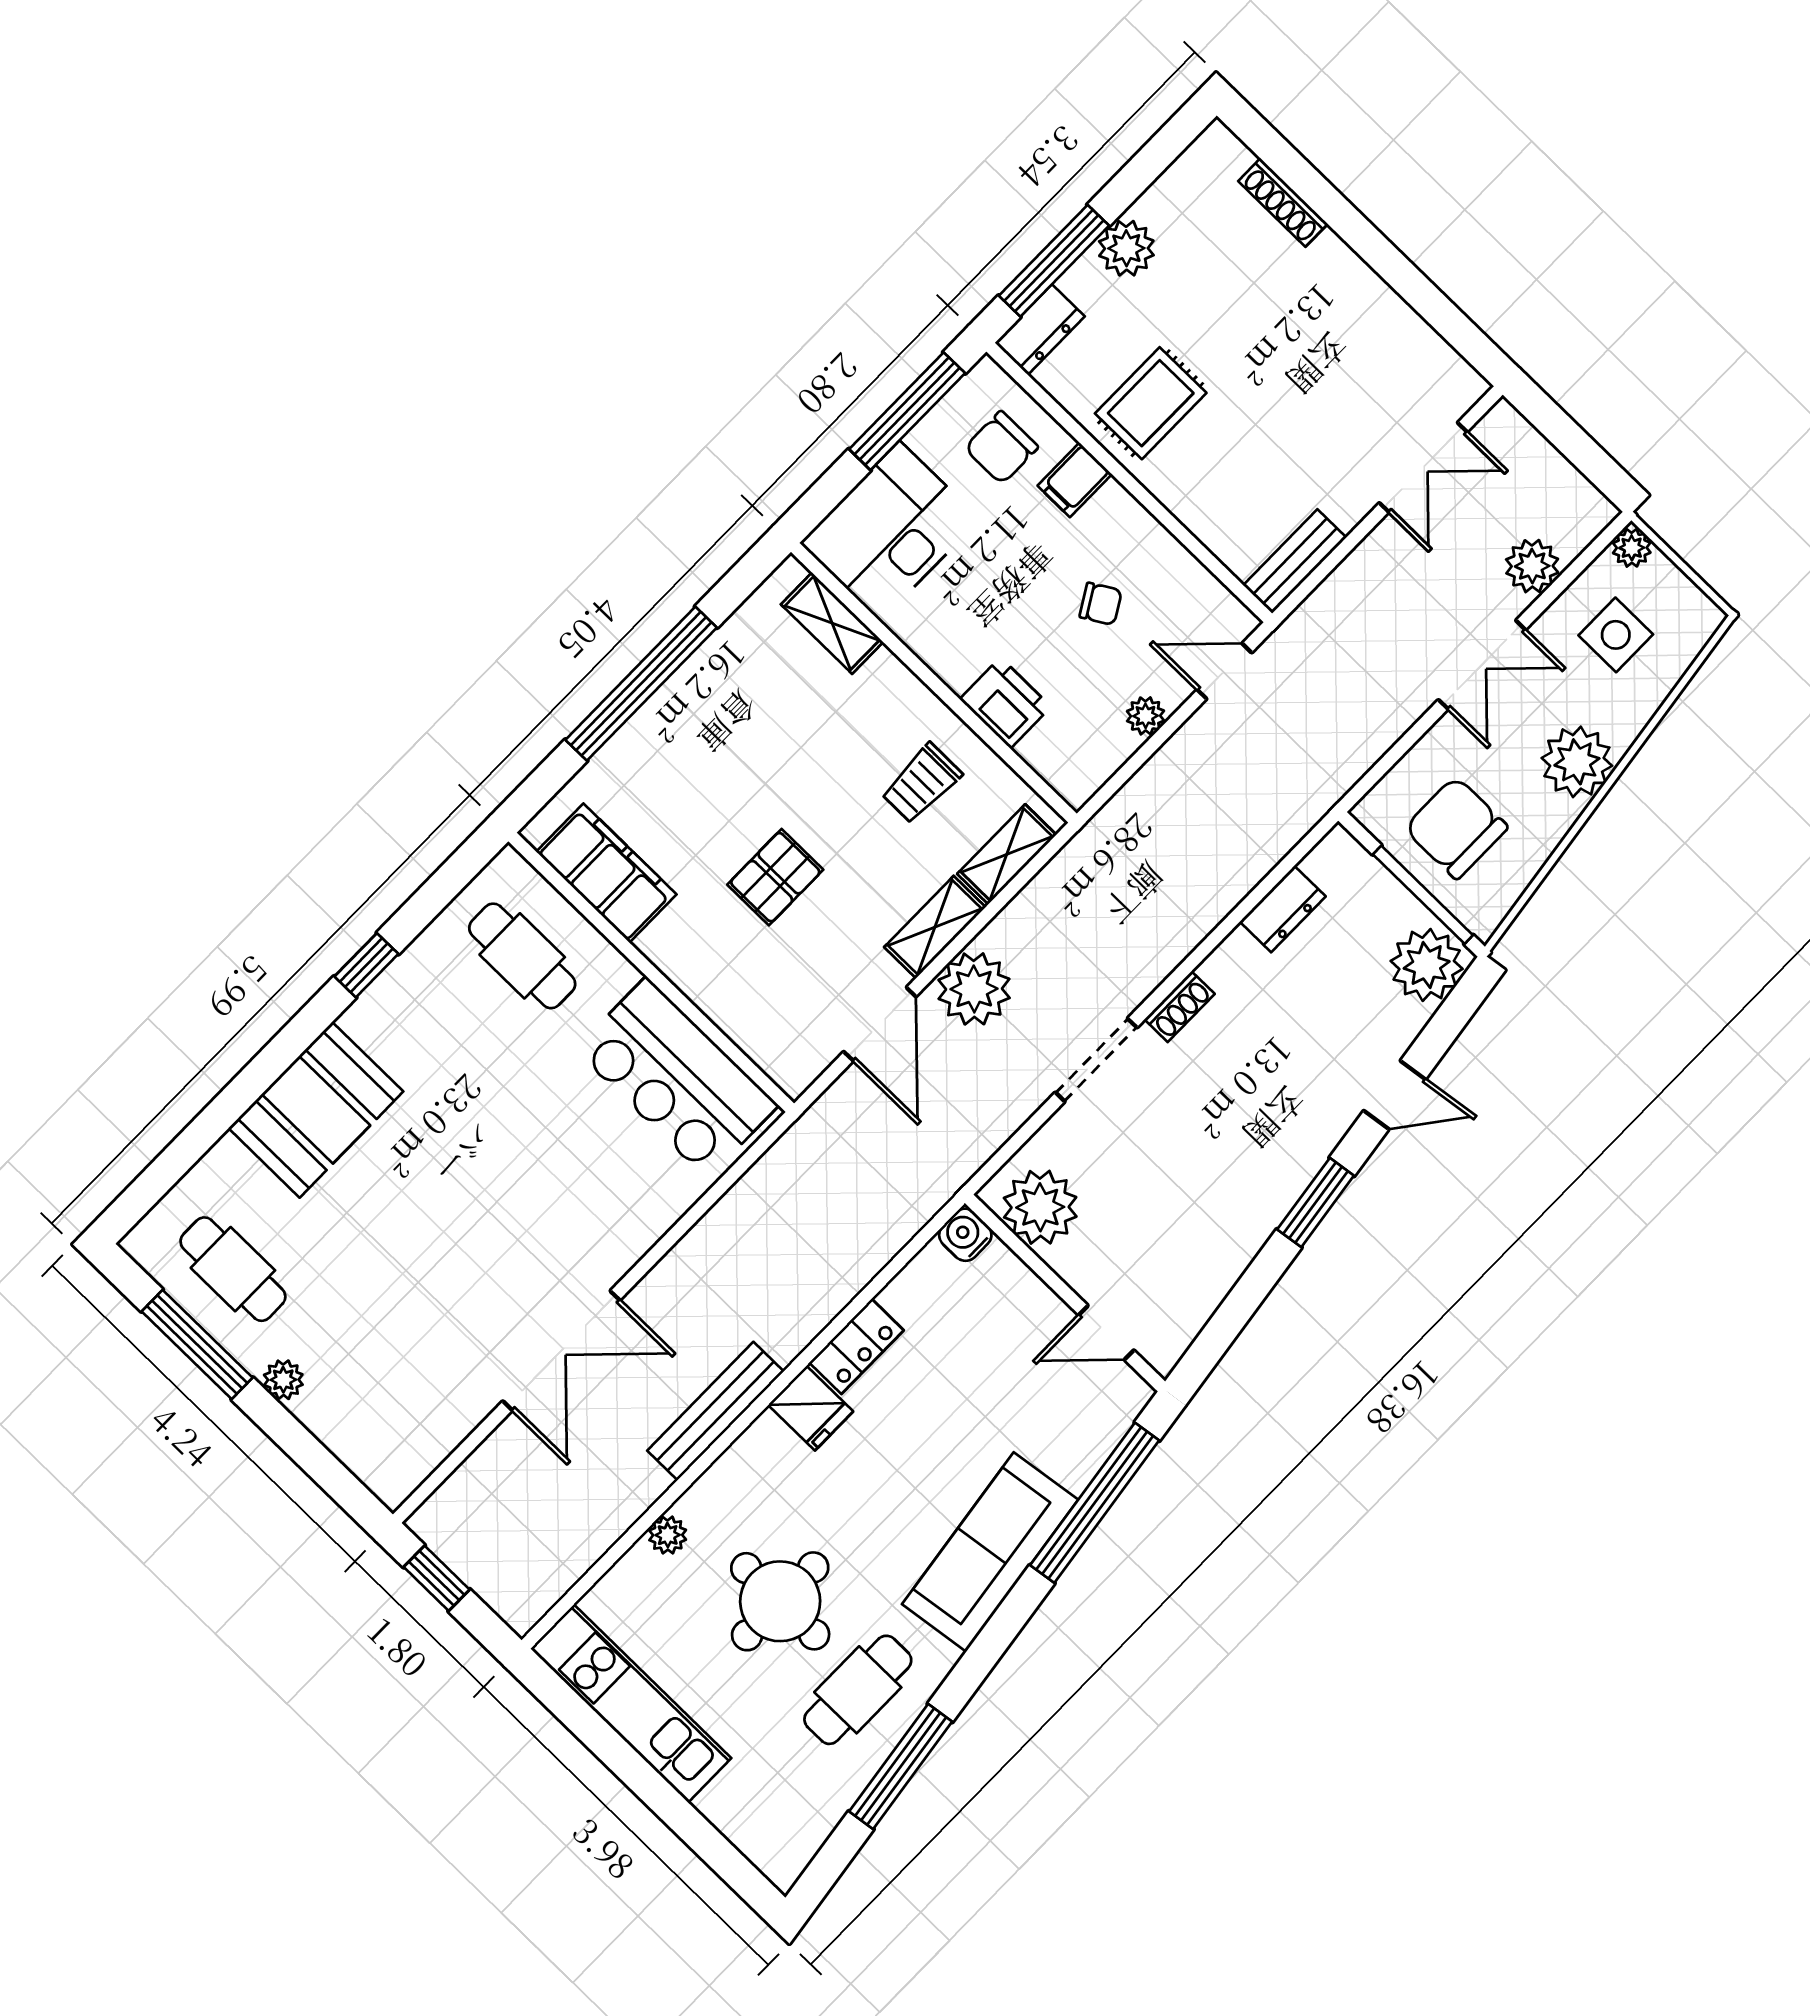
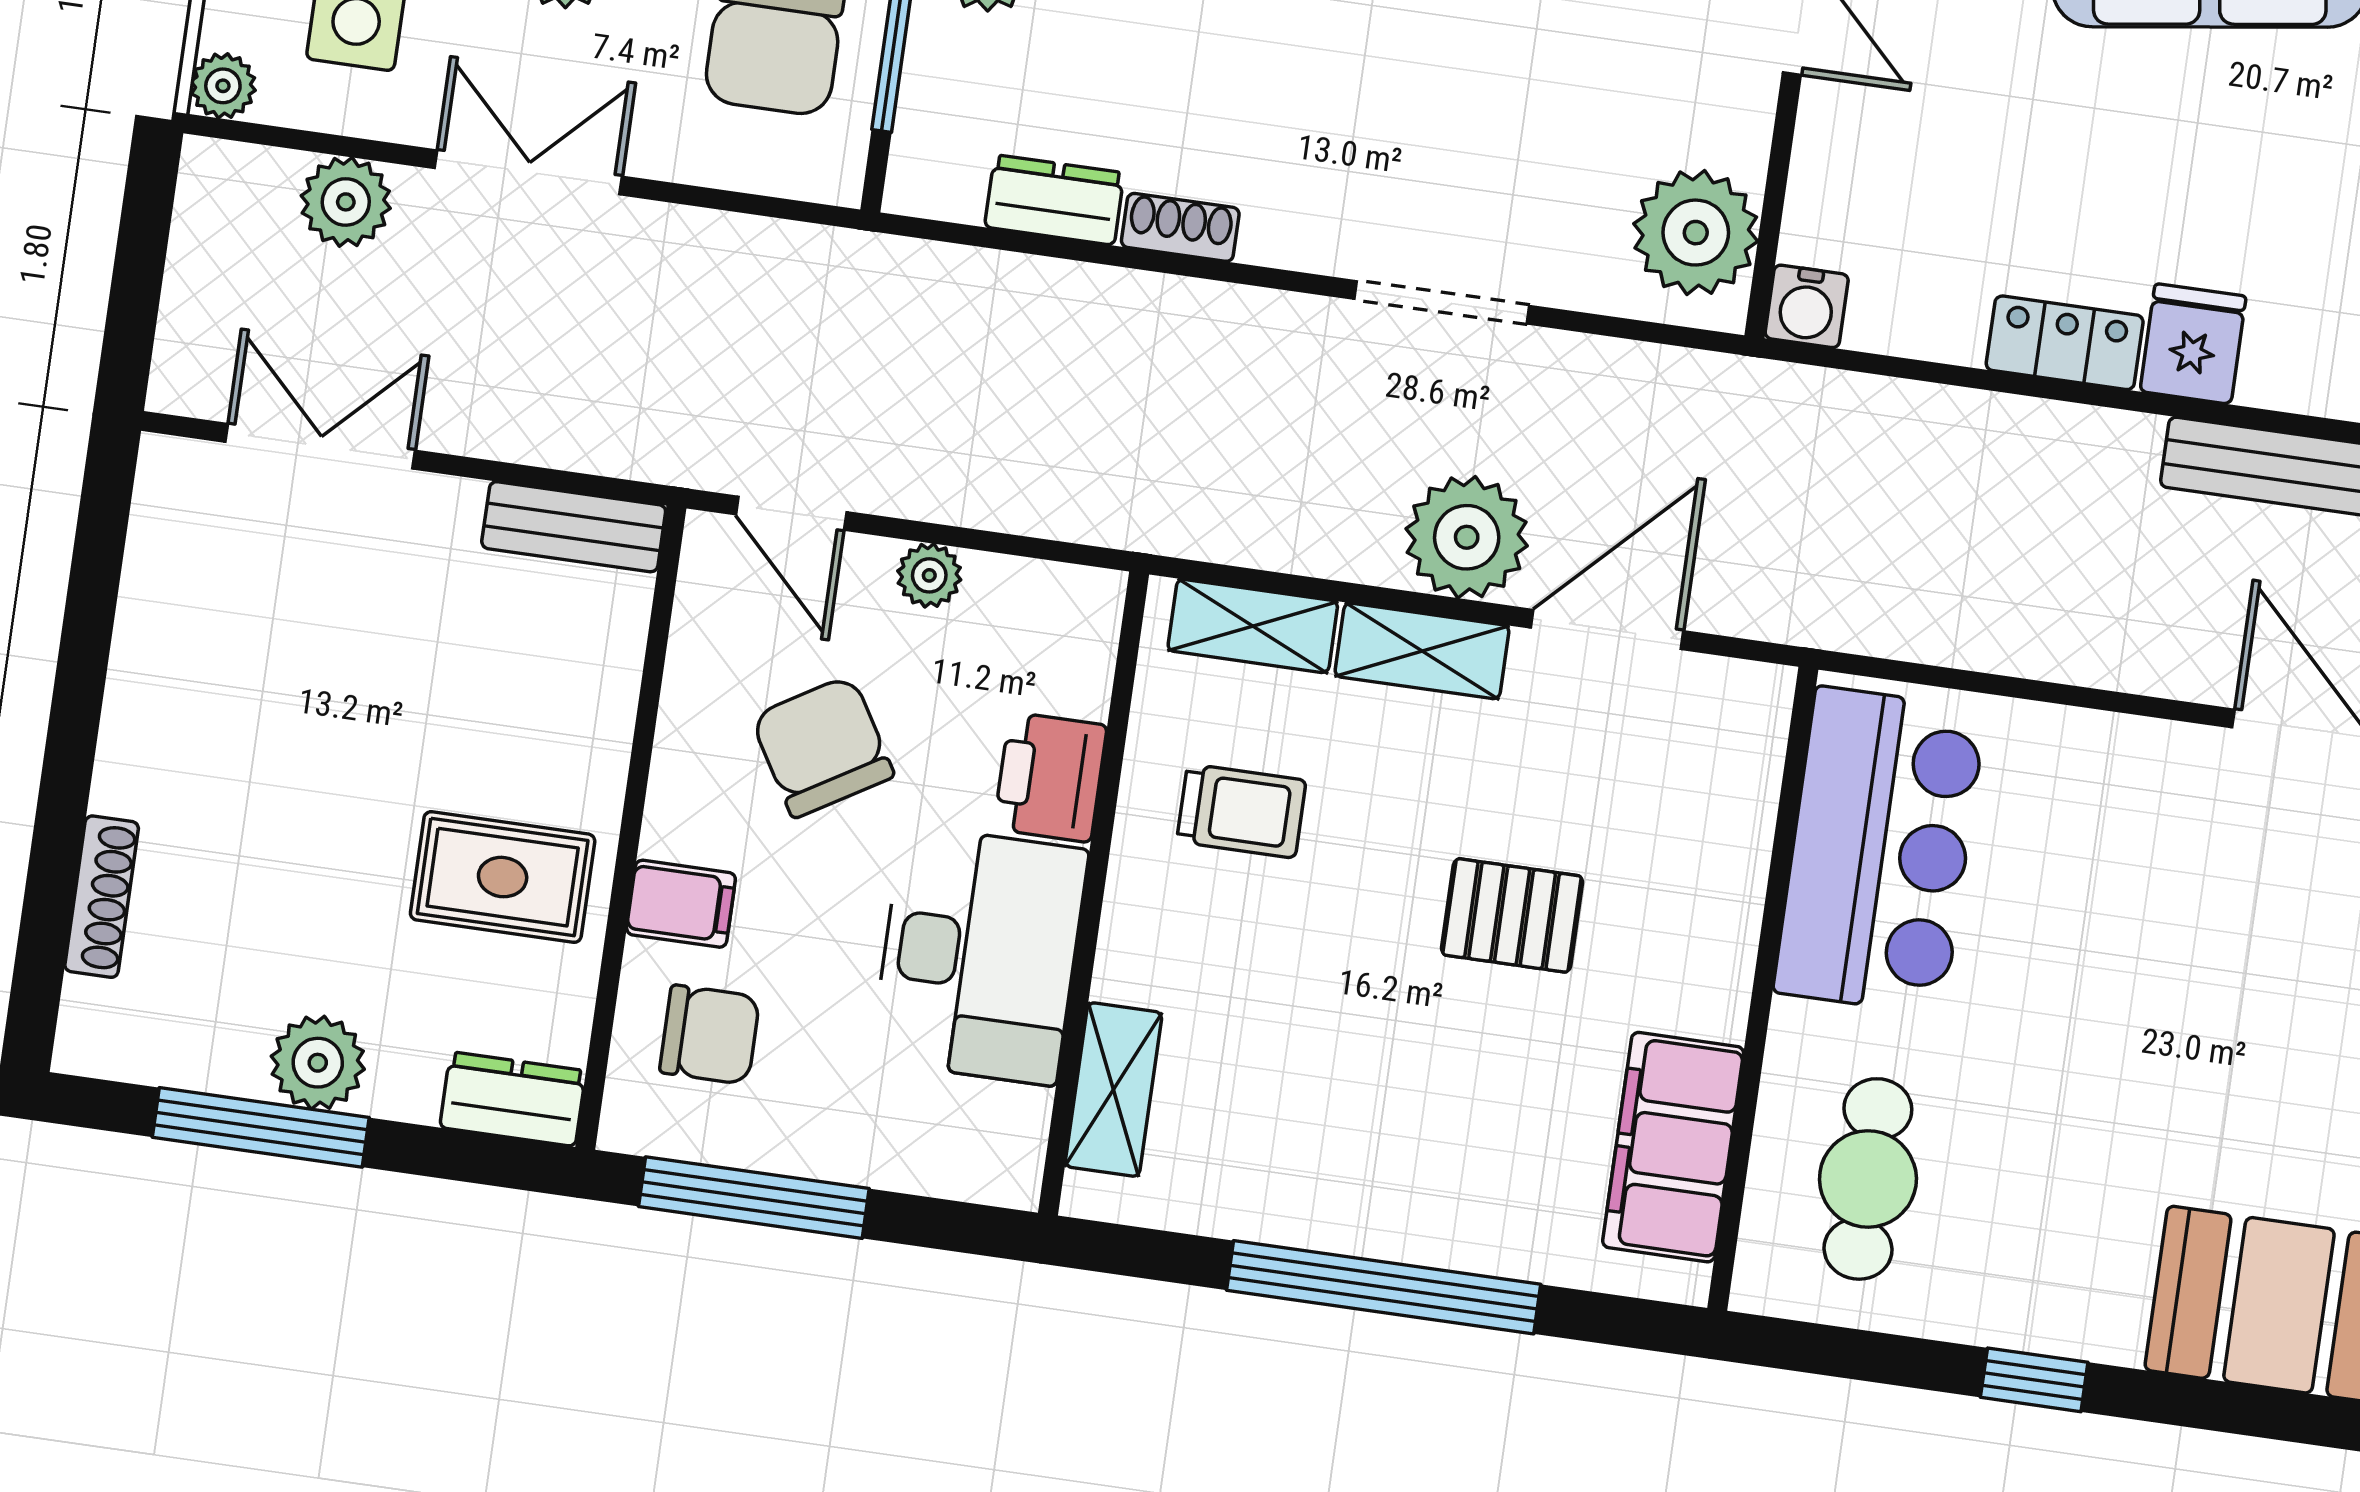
window: (1054, 261) -> (261, 1127), moved
desk: (890, 531) -> (979, 955), moved, turned -90
chair: (1101, 604) -> (822, 747), width x1.87, depth x1.87
shoe rack: (1180, 1007) -> (1180, 227), moved

